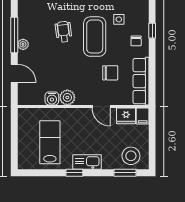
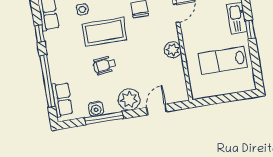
window: (14, 35) -> (104, 118), moved
plant: (23, 44) -> (129, 99), width x1.88, depth x1.88
water cooler: (52, 98) -> (96, 109), moved, turned 90

